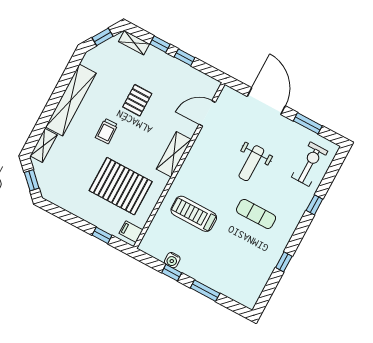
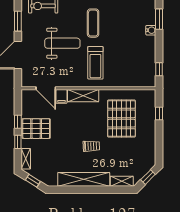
pallet: (137, 100) -> (36, 129), moved, width x1.50, depth x1.42
weight bench: (251, 163) -> (62, 43), width x1.36, depth x1.33
treadmill: (194, 214) -> (95, 63), moved
filing cabinet: (131, 232) -> (61, 96), moved
water cooler: (172, 260) -> (151, 30), moved
window: (172, 273) -> (159, 69), moved
window: (205, 291) -> (159, 19), moved

